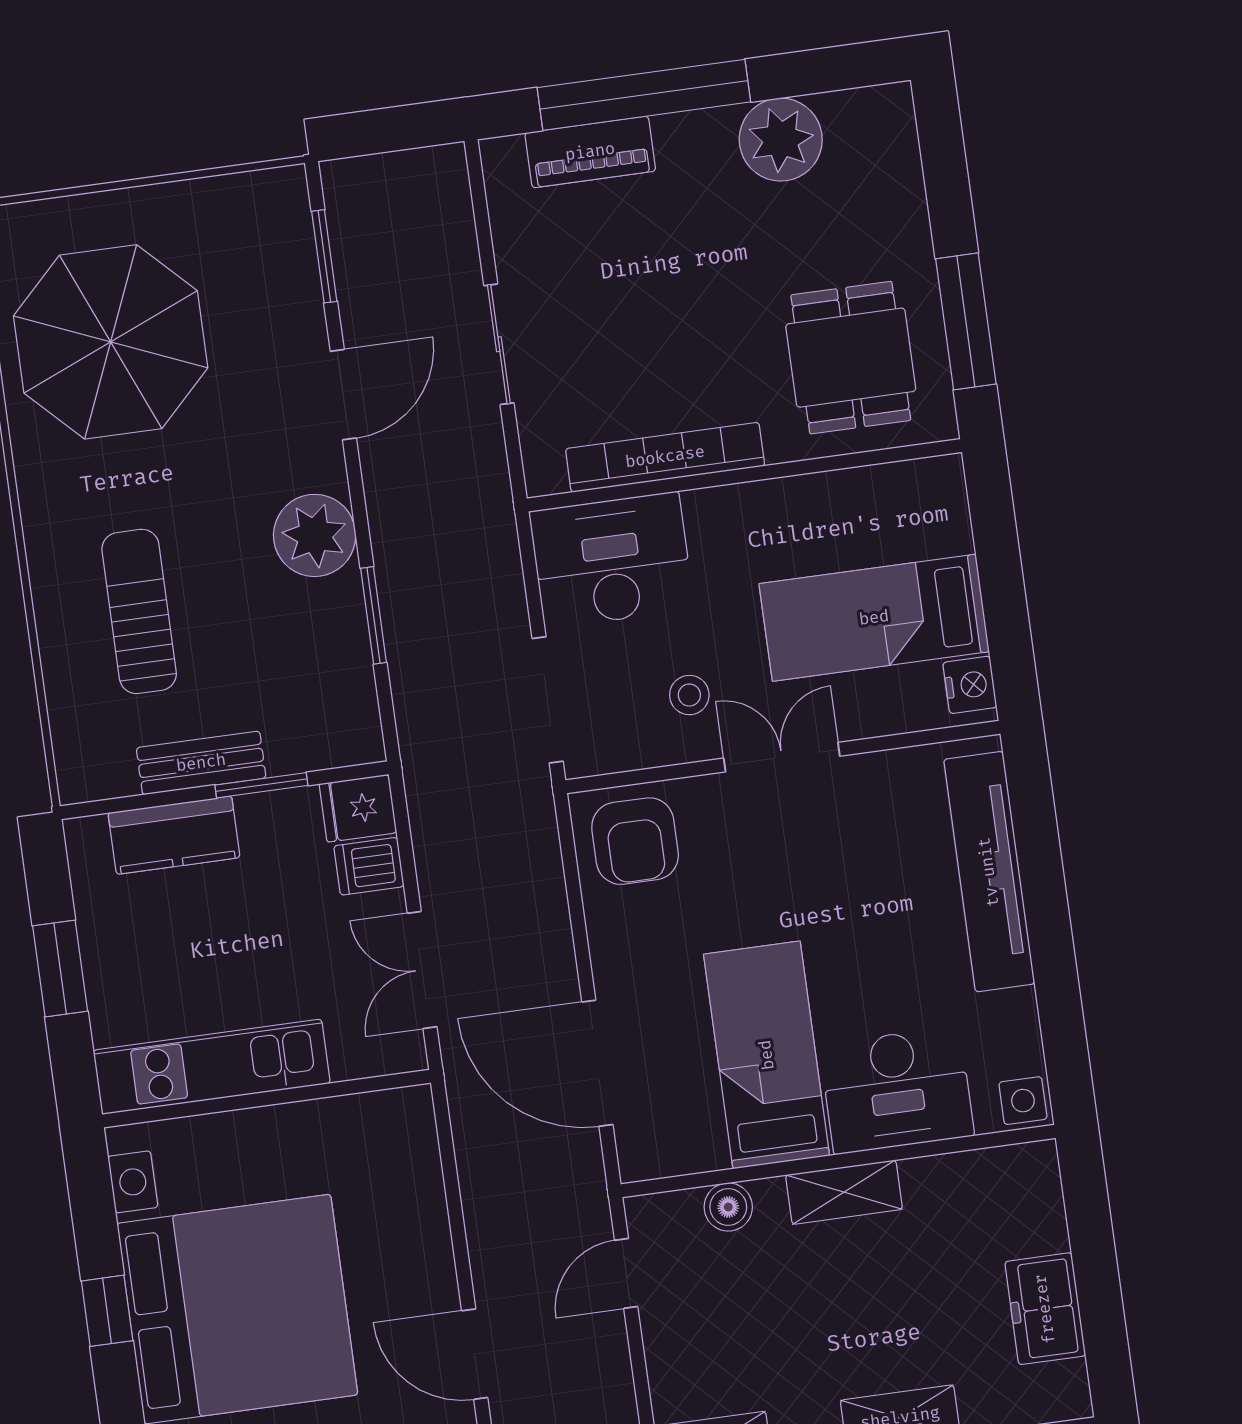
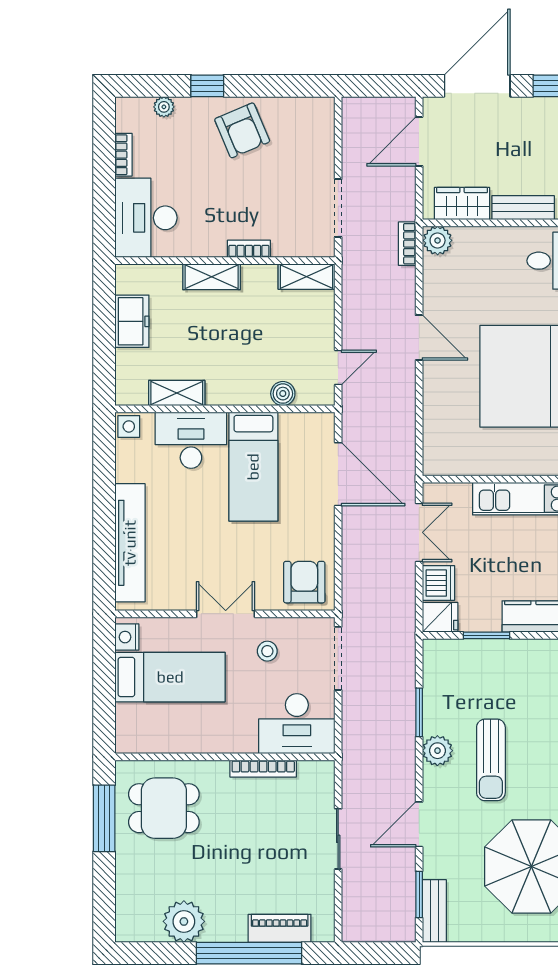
dining table: (851, 358) -> (164, 808), turned 90
bookcase: (665, 457) -> (263, 769), width x0.68, depth x0.76
plant: (315, 535) -> (437, 751), width x0.73, depth x0.73
sun lounger: (139, 611) -> (491, 760), moved
double door: (782, 757) -> (226, 614), swing flipped
bench: (201, 763) -> (434, 911), moved, turned 90
dishwasher: (369, 866) -> (439, 583), width x1.38
shelving: (844, 1192) -> (177, 393), moved

